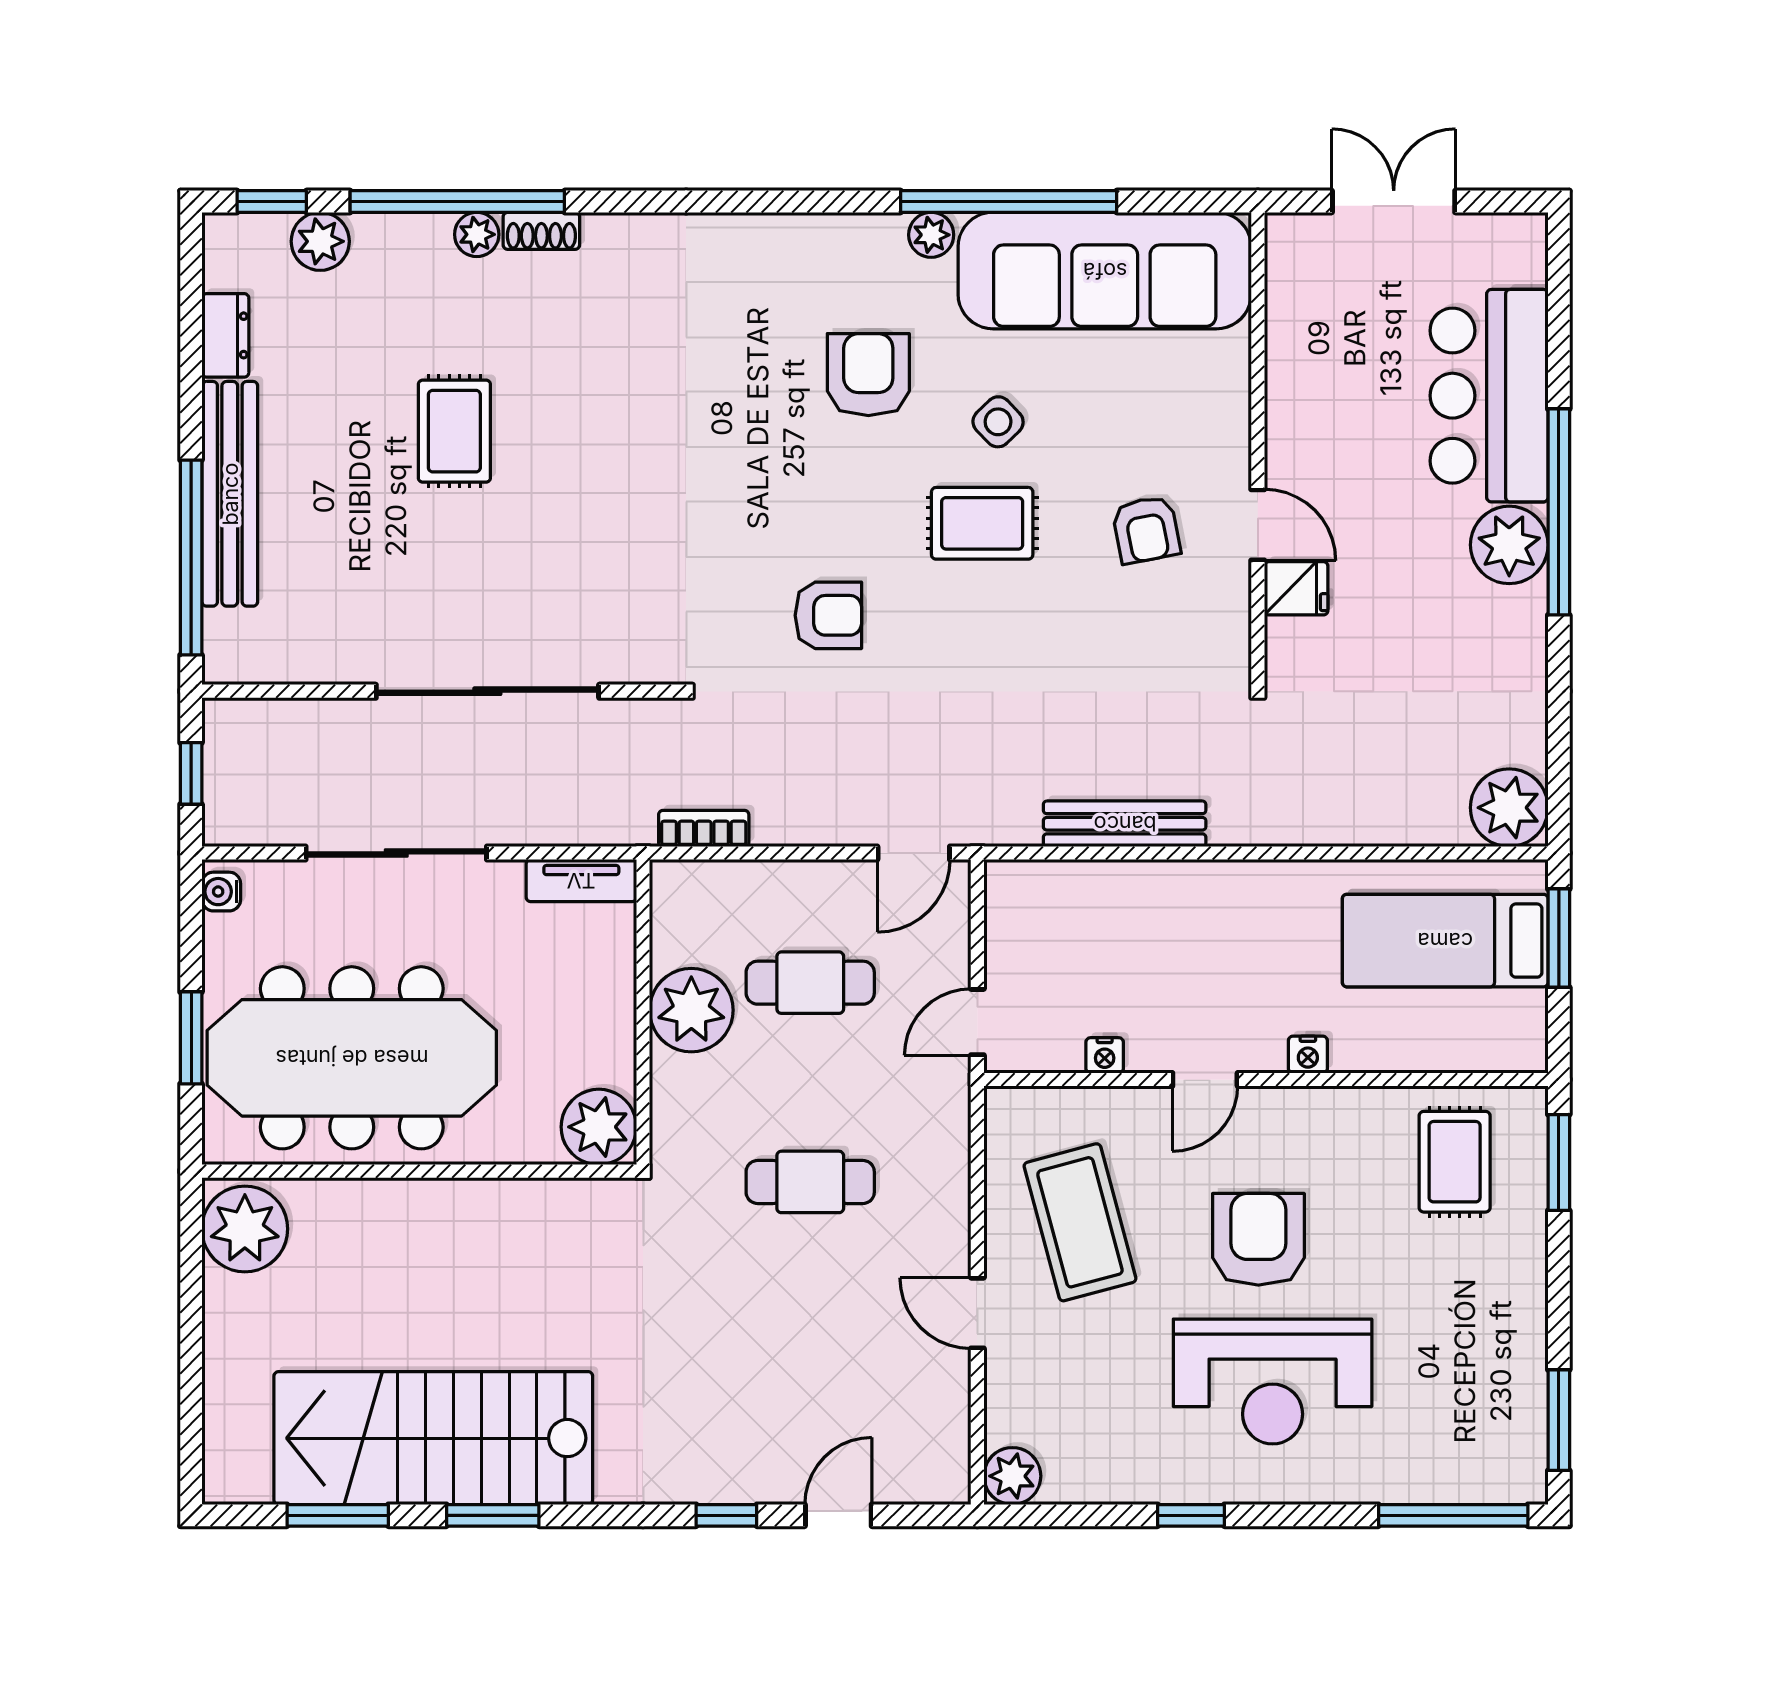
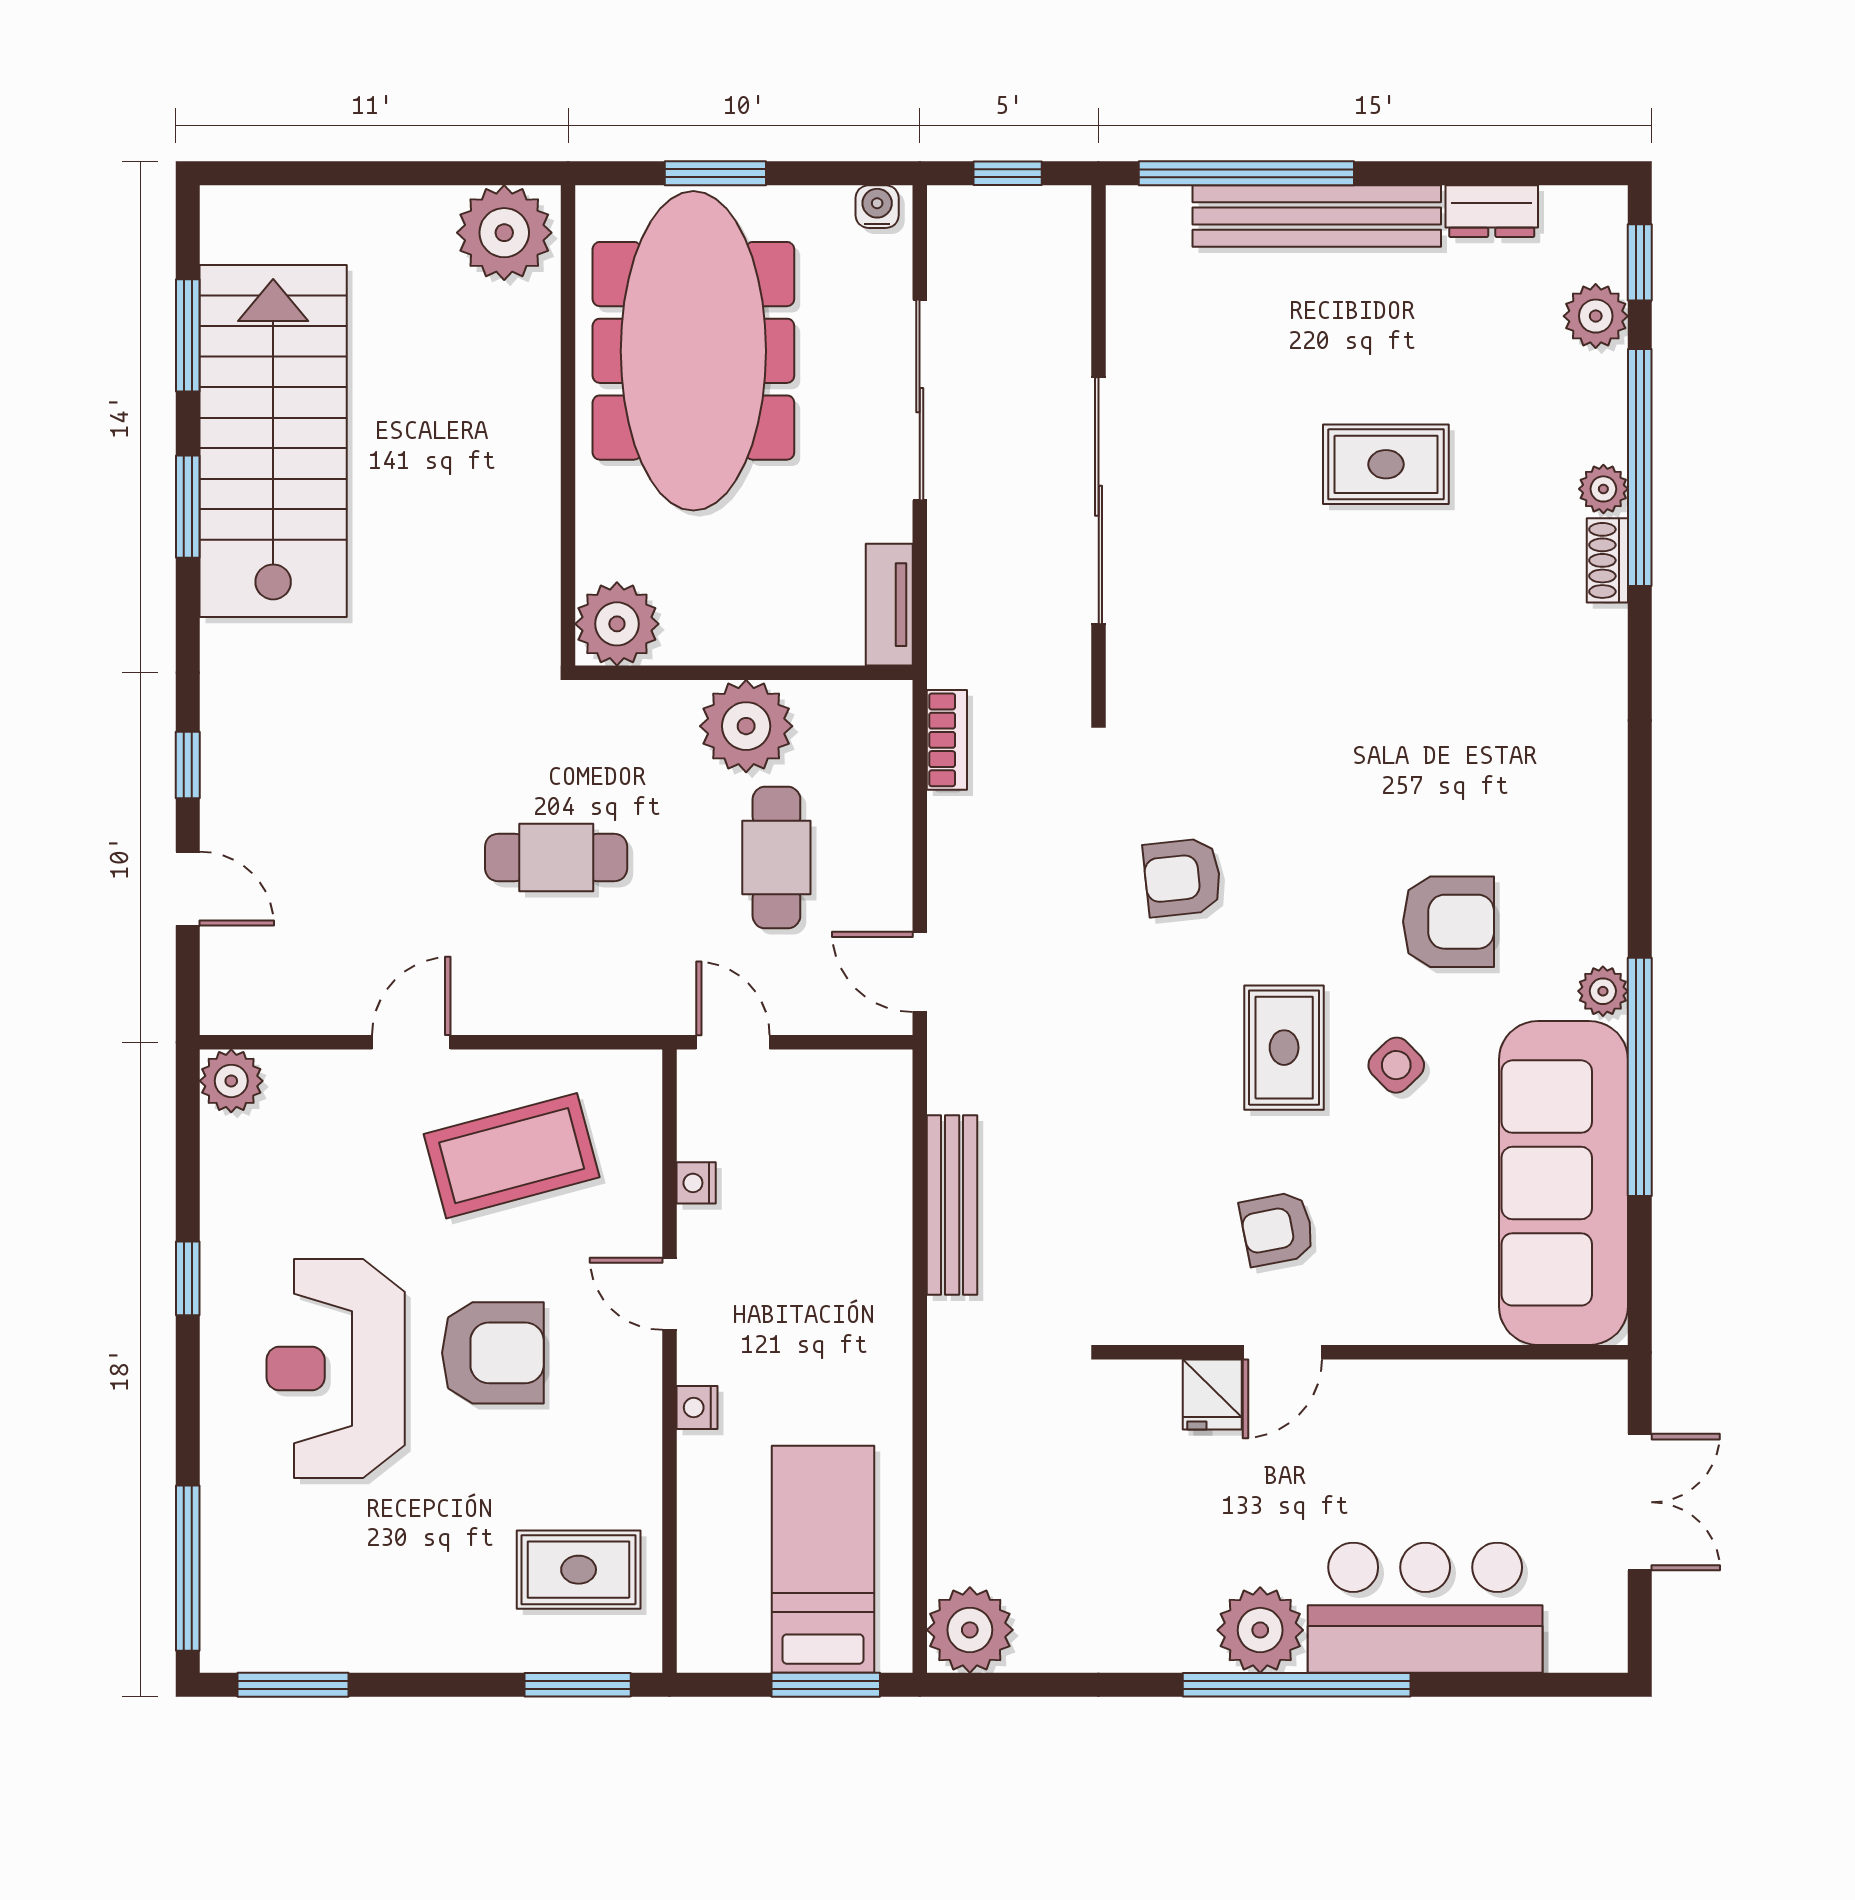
armchair: (828, 615) -> (1182, 878), turned 84
cafe table: (810, 1182) -> (556, 858), turned 90

